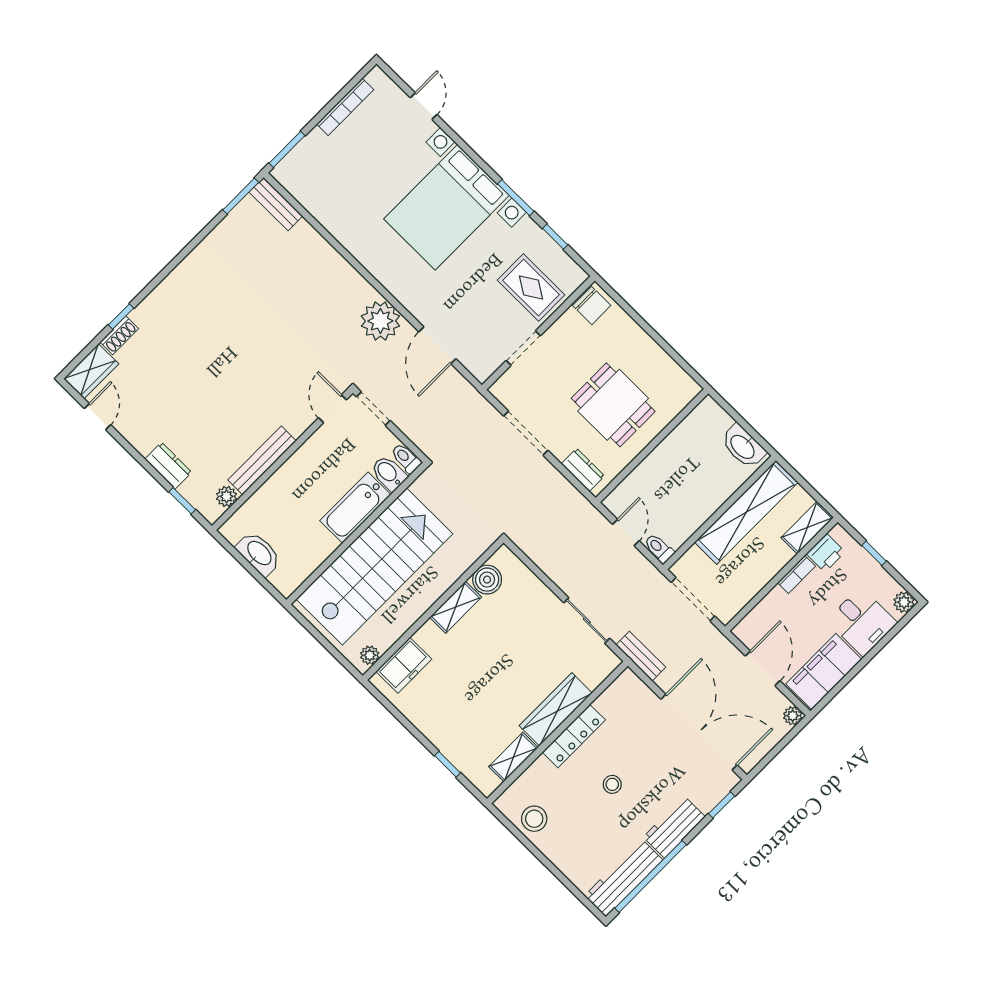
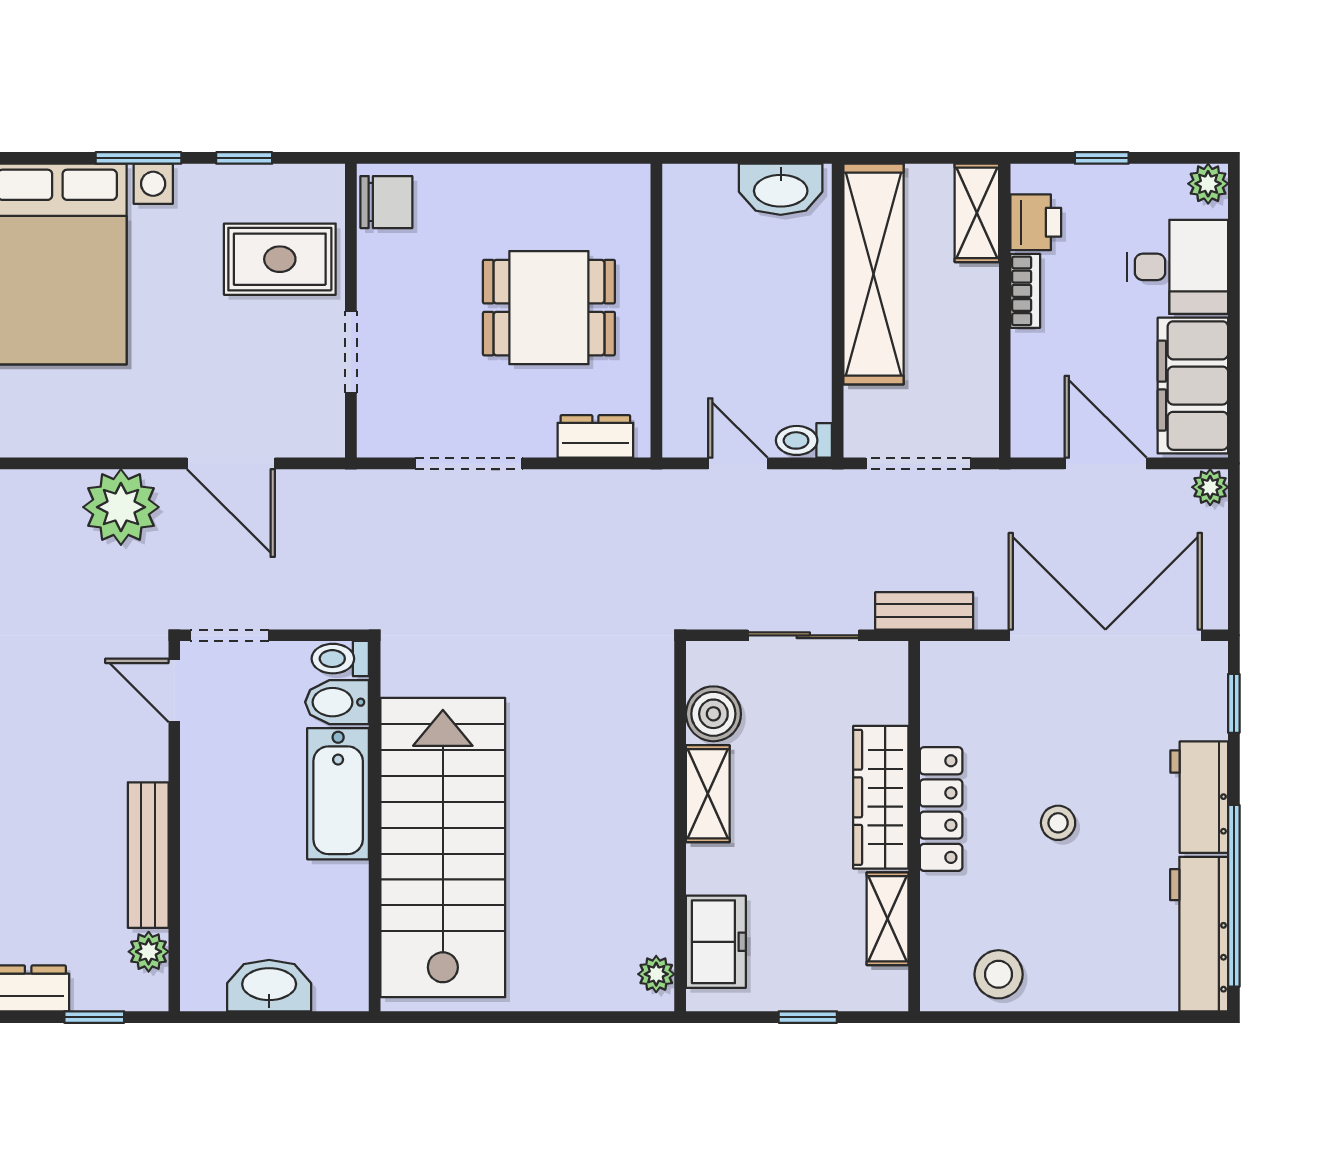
boiler: (487, 580) -> (713, 714), moved
shelving: (455, 607) -> (708, 794), moved
wall: (433, 609) -> (680, 826), moved
plant: (370, 655) -> (656, 974), moved
freezer: (404, 665) -> (716, 942), moved

